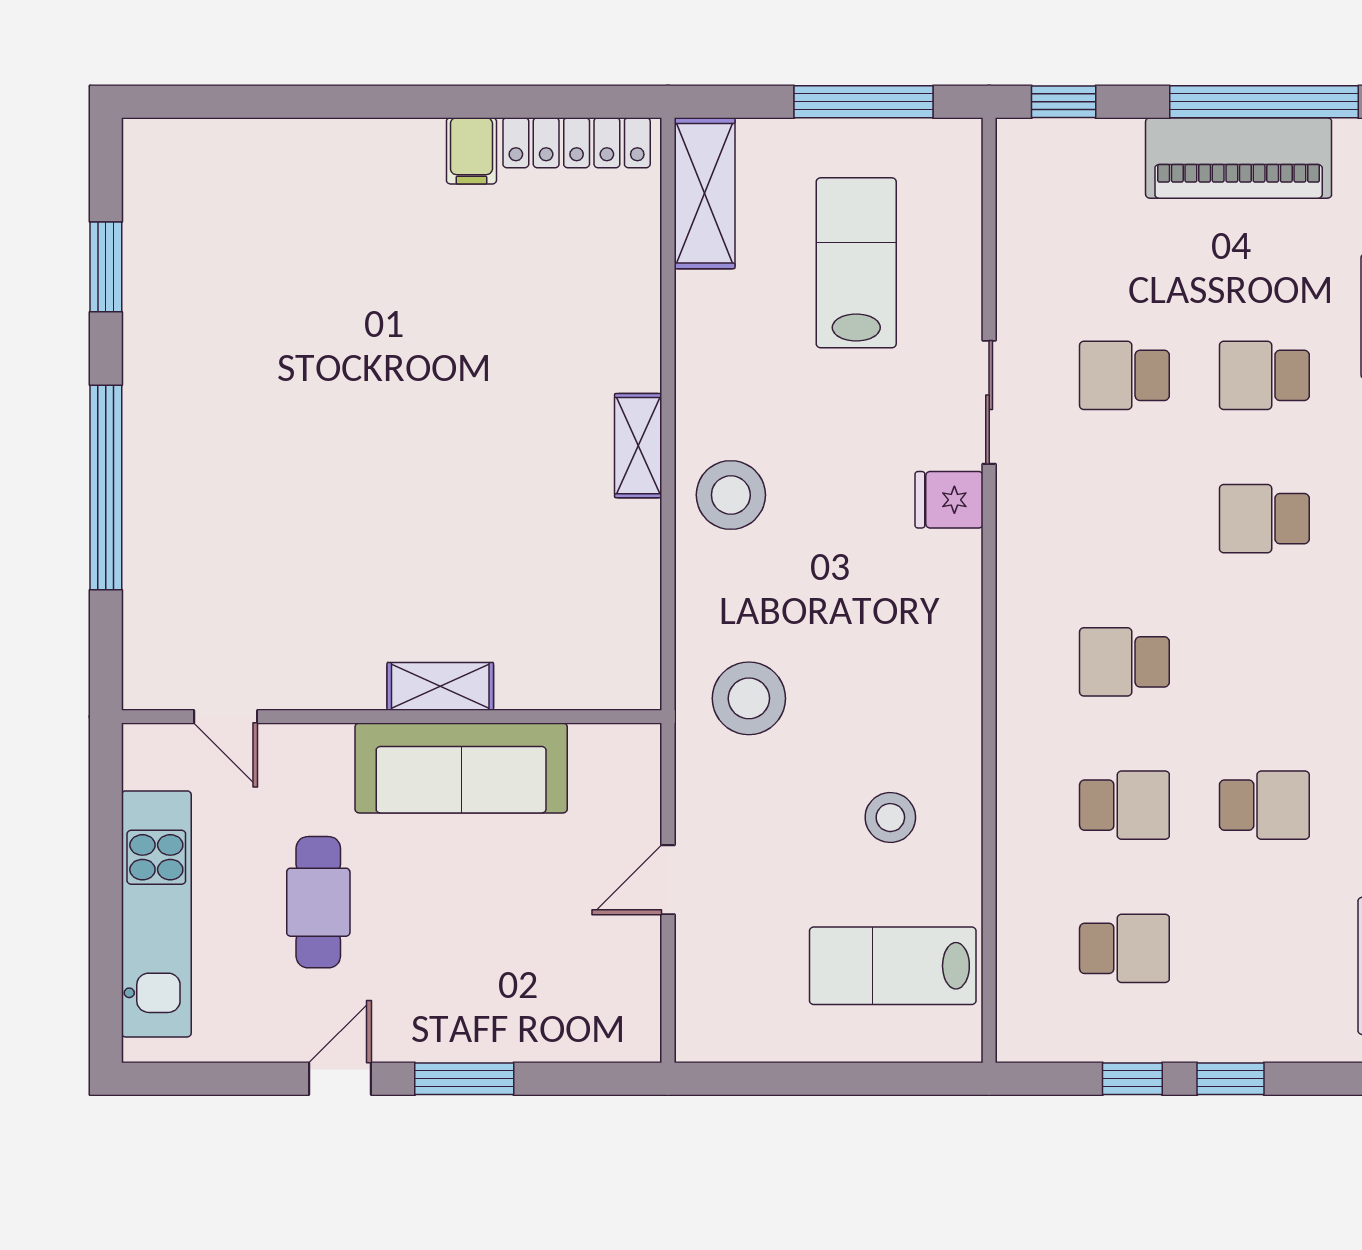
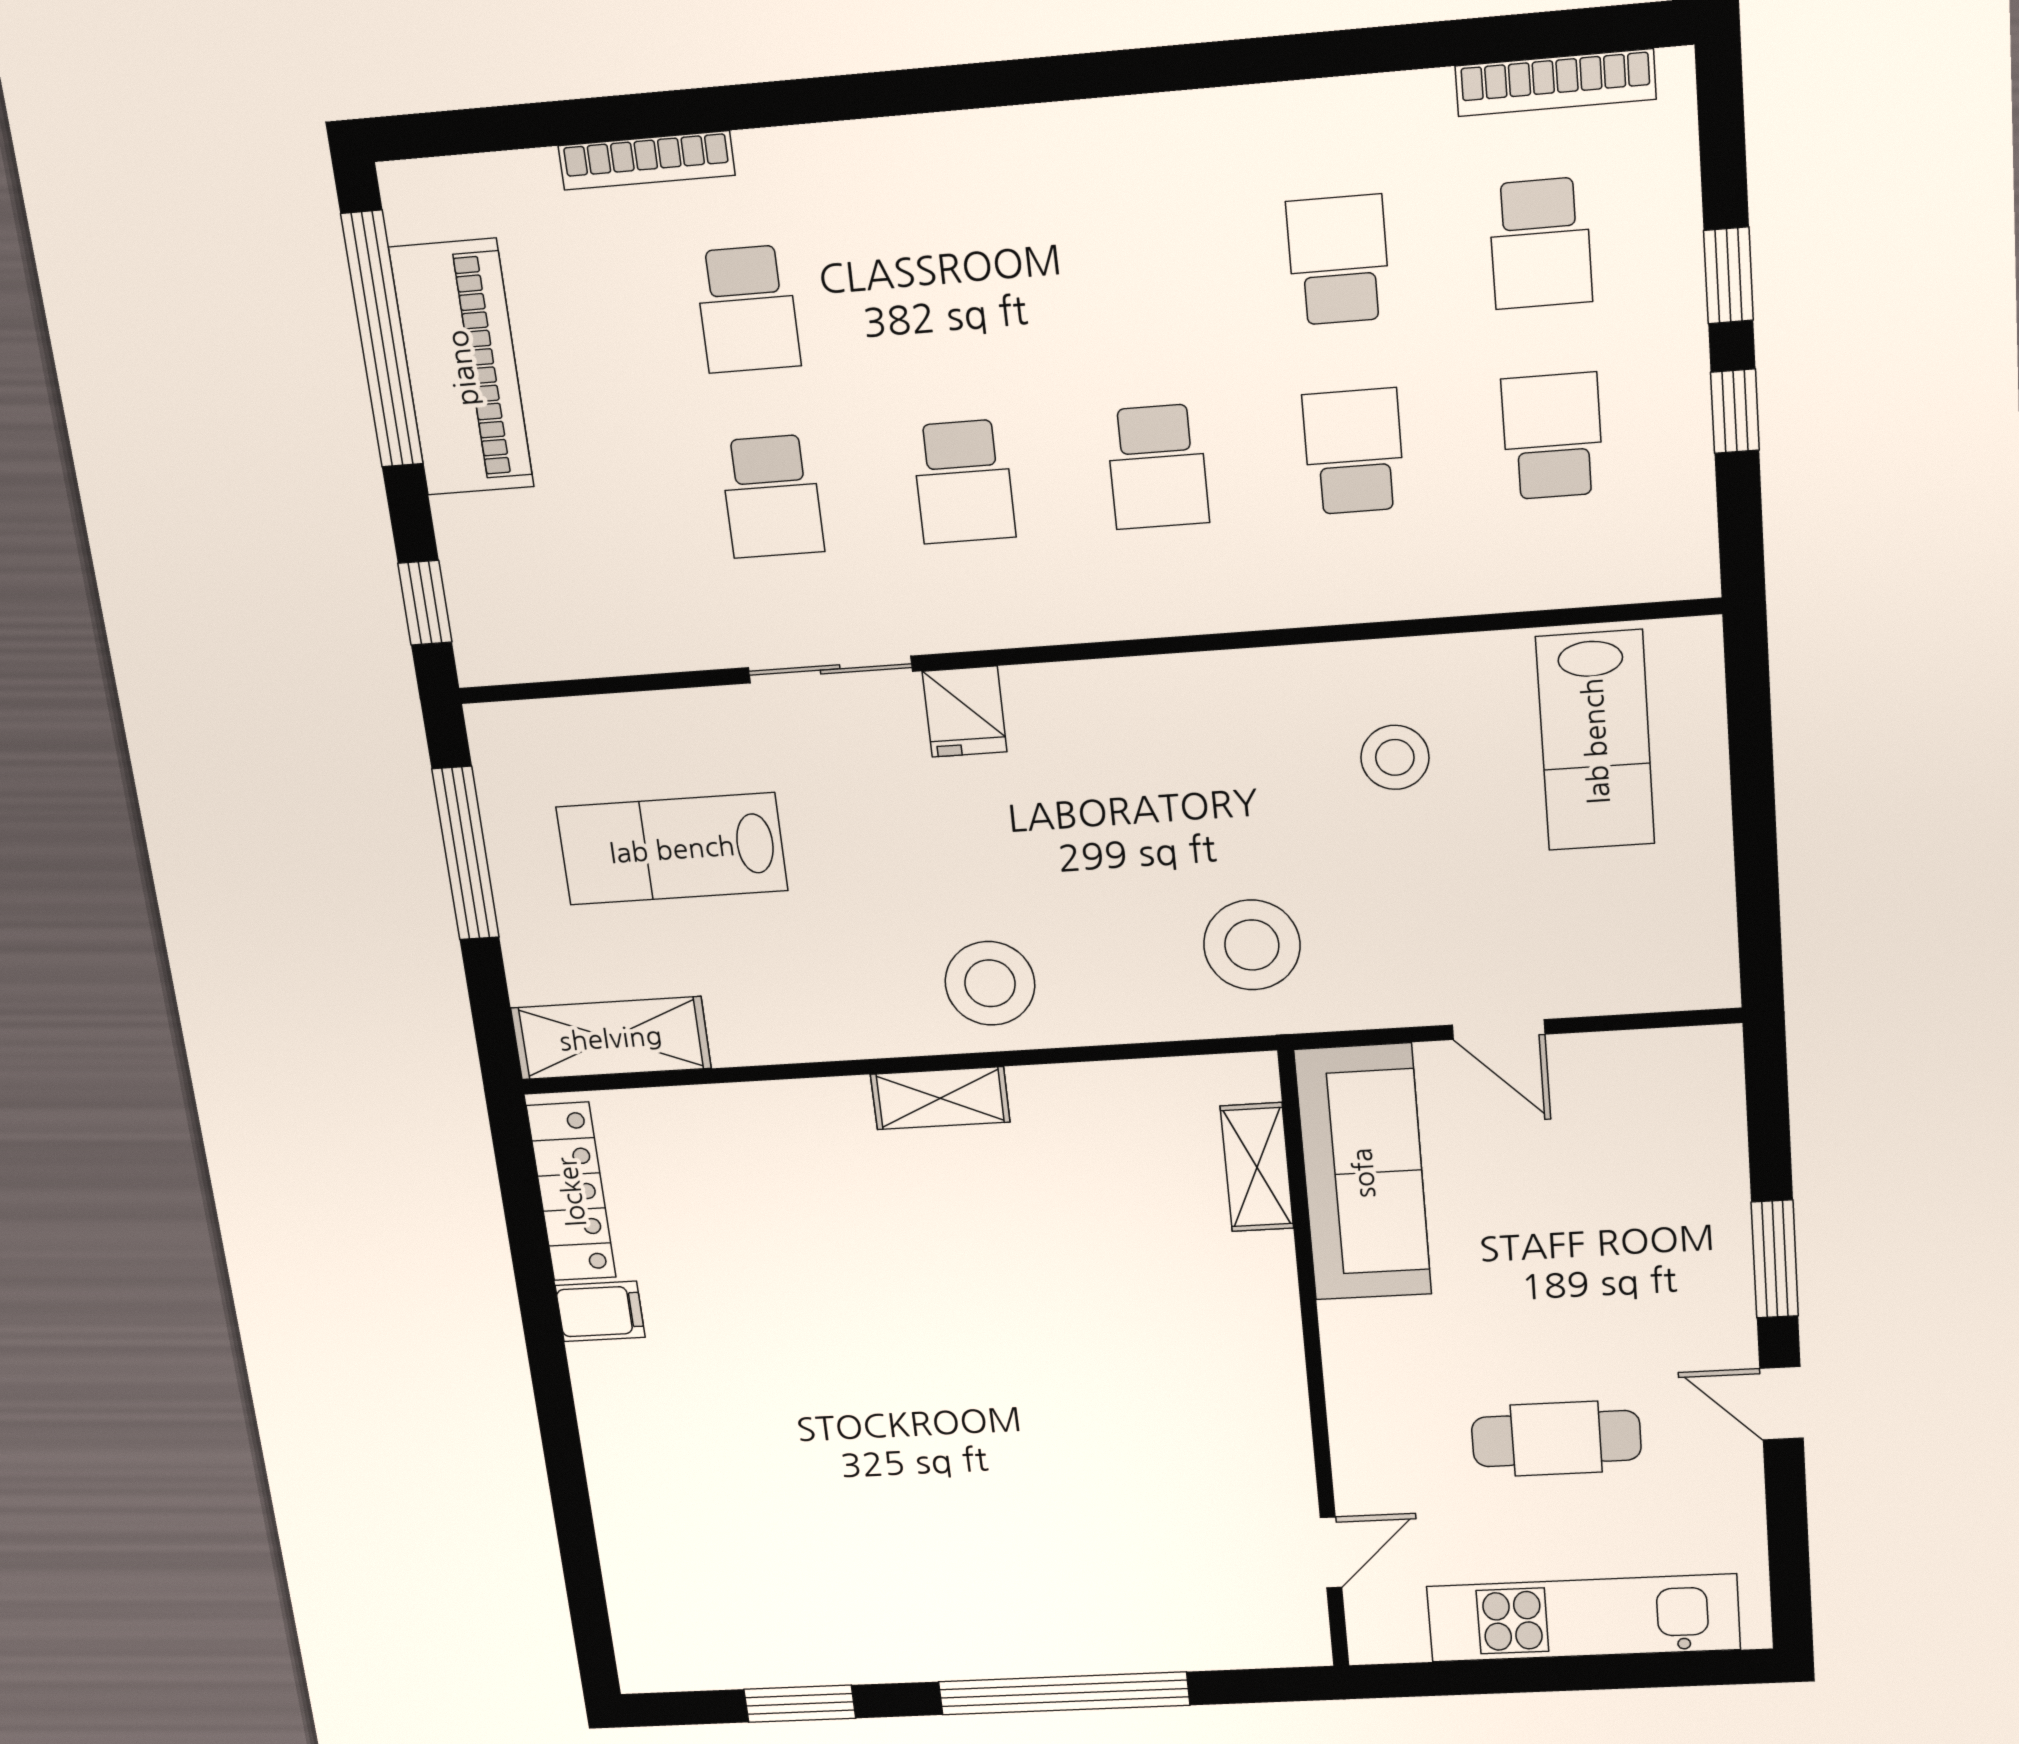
school desk: (1264, 519) -> (963, 482), moved
shelving: (440, 686) -> (1257, 1167), moved
sofa: (461, 768) -> (1363, 1173), moved
school desk: (1264, 948) -> (1540, 243), added

